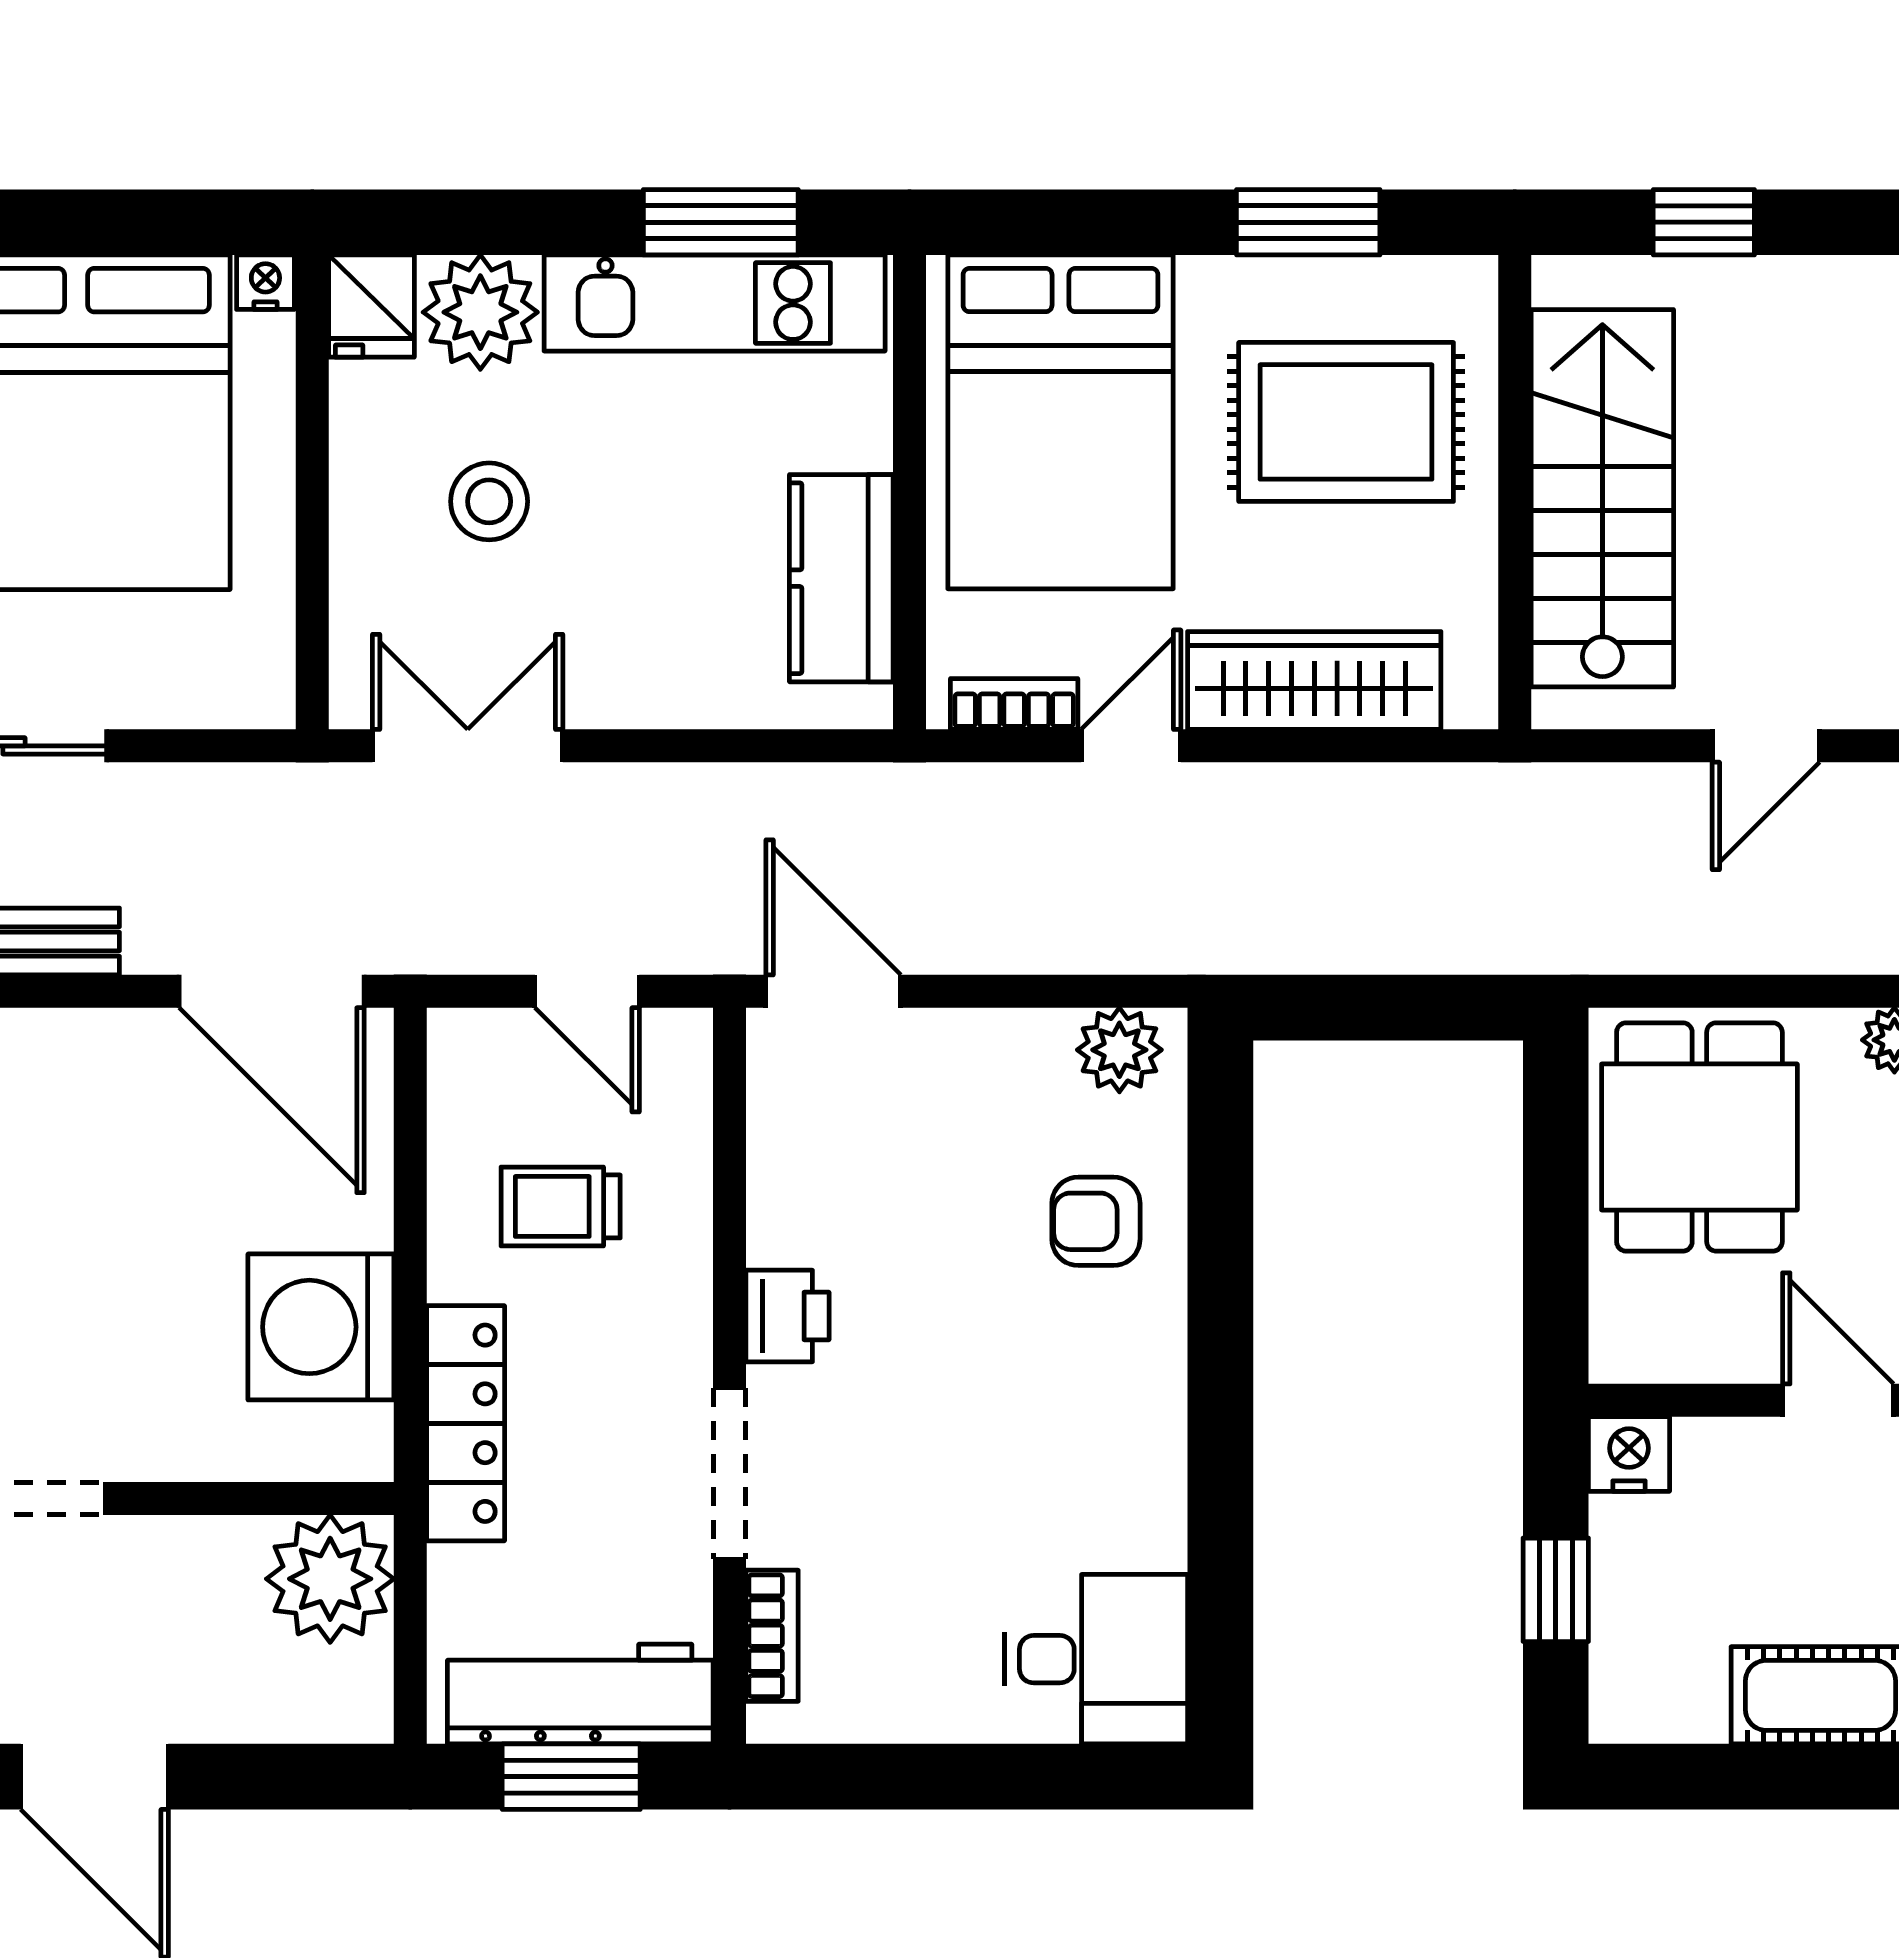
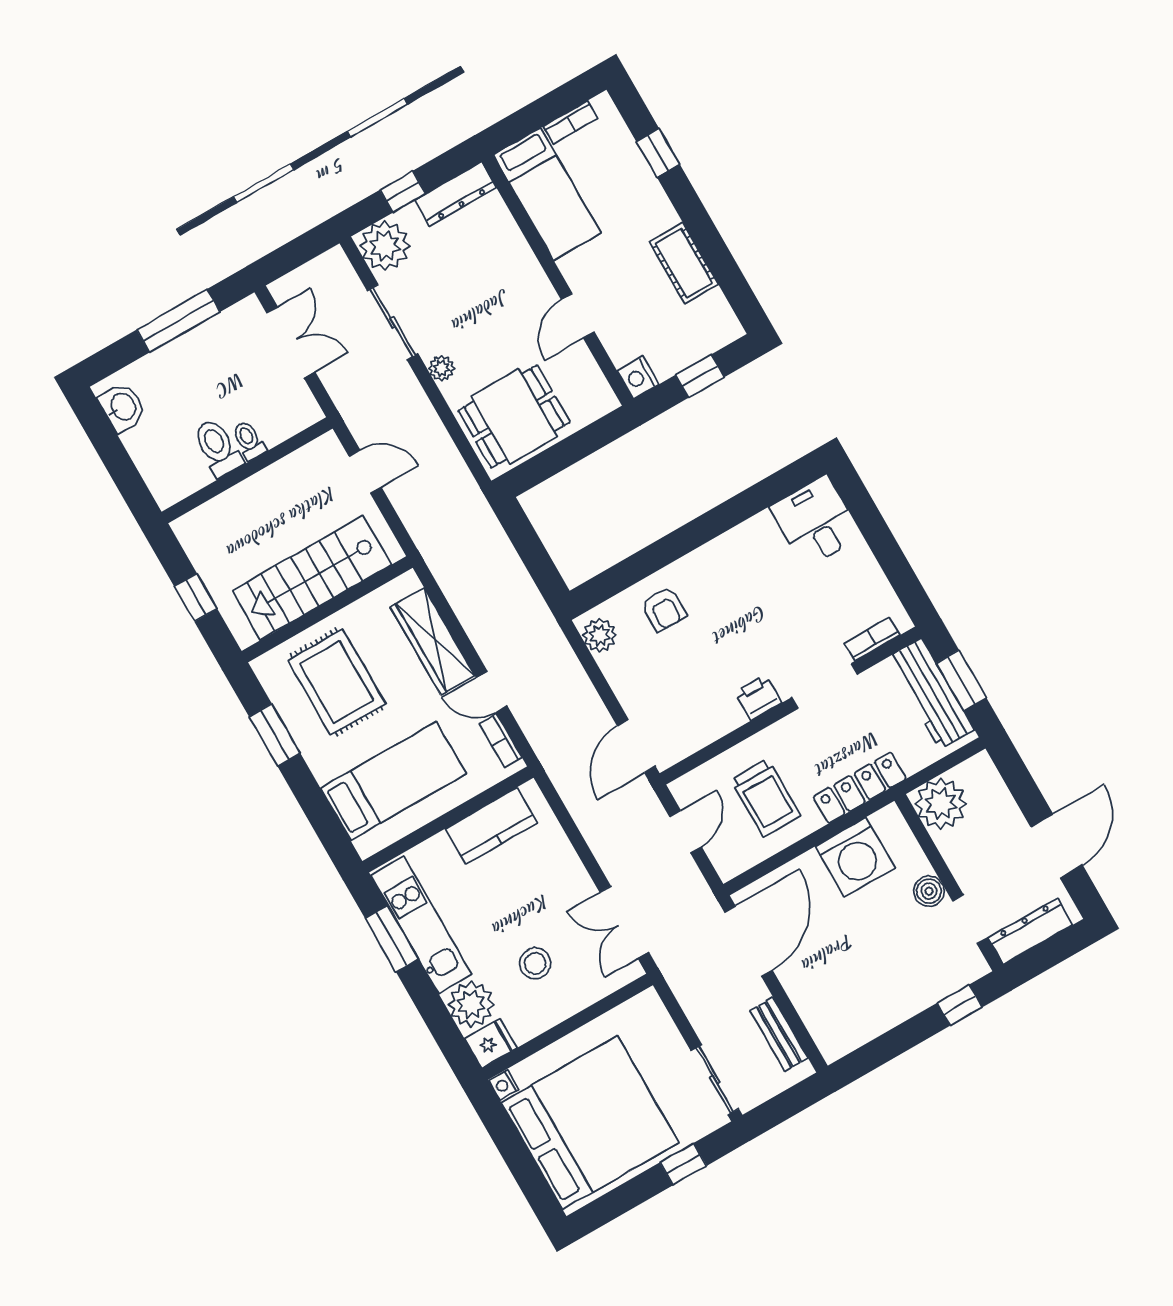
bed: (1060, 422) -> (393, 781), width x0.67
trolley: (561, 1206) -> (766, 798), width x1.36, depth x1.39
boiler: (155, 1444) -> (929, 891), added

